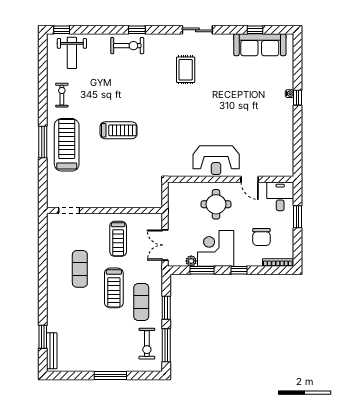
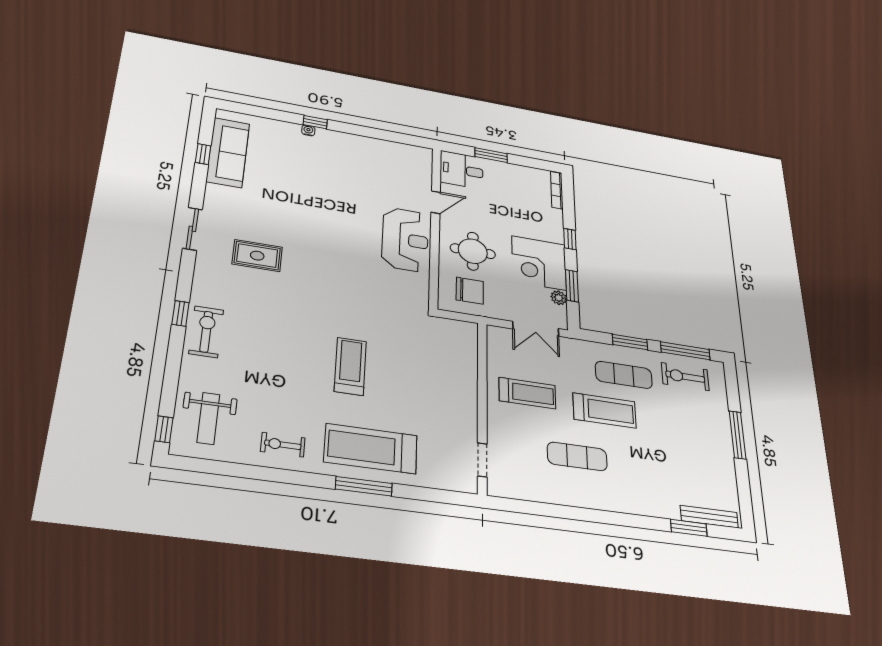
weight bench: (72, 53) -> (208, 418), turned 90
chair: (261, 237) -> (470, 291), moved
exercise bike: (147, 344) -> (685, 377), turned 180

